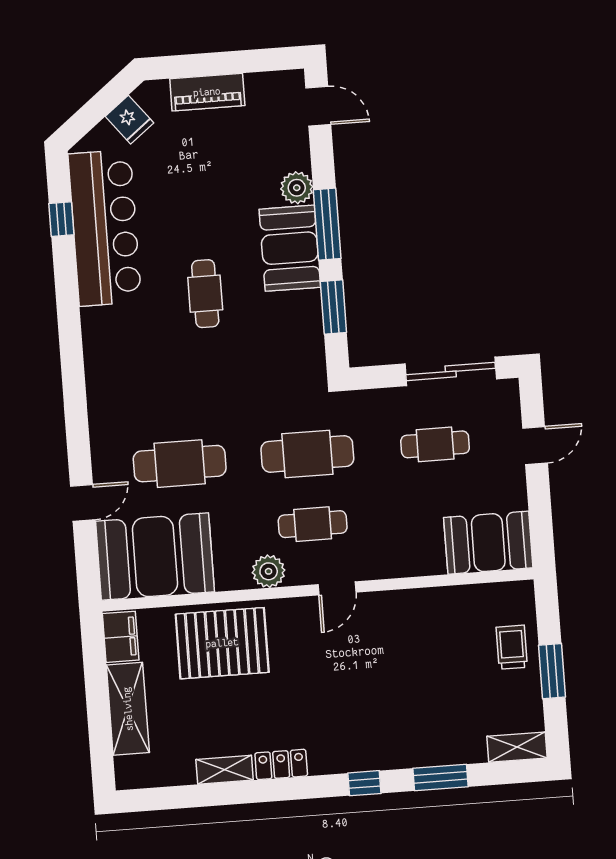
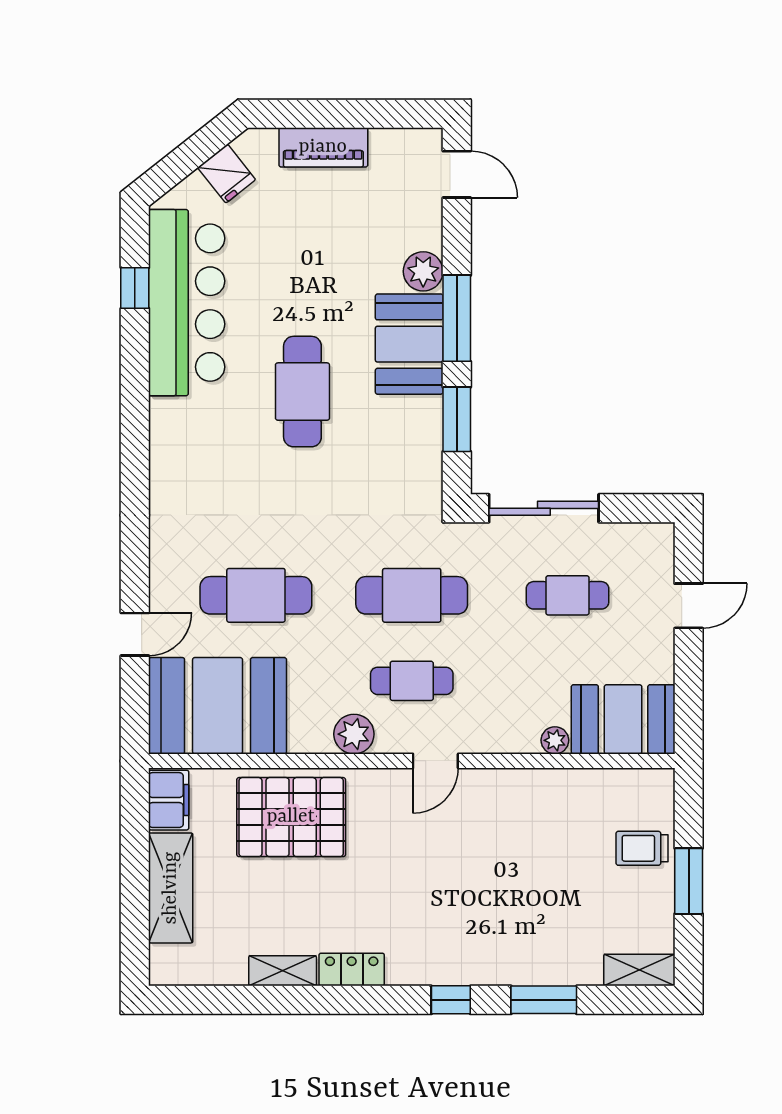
cafe table: (205, 294) -> (302, 392), width x1.37, depth x1.35
sliding door: (451, 371) -> (544, 508), moved
plant: (434, 564) -> (555, 740), added
trolley: (512, 647) -> (642, 848), turned -90

